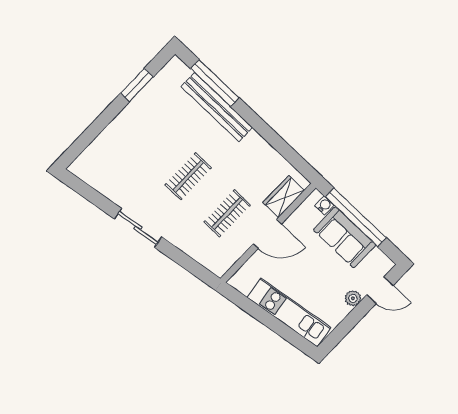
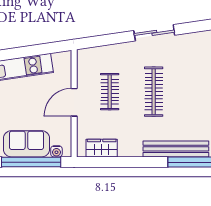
clothes rail: (188, 176) -> (154, 92), width x1.36
wardrobe: (284, 196) -> (102, 148), moved, turned -90

